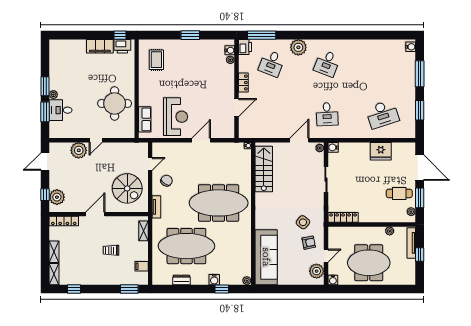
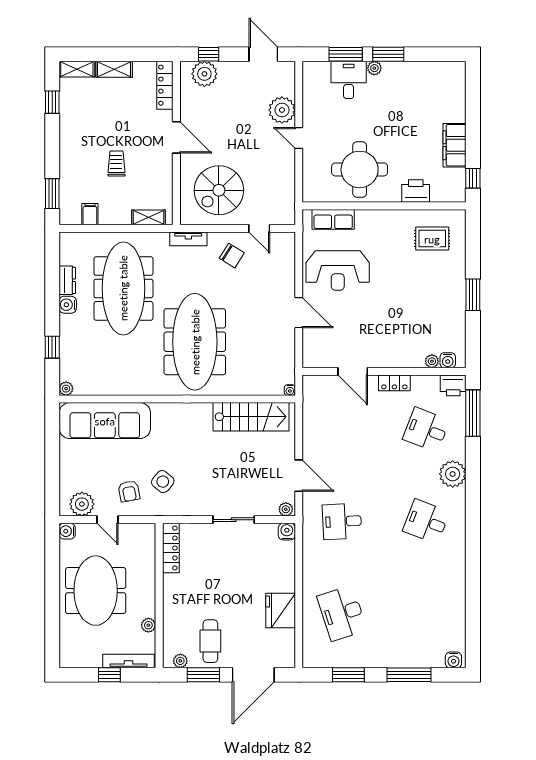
printer: (122, 46) -> (416, 191), moved, turned 90
water cooler: (214, 280) -> (68, 305), moved

